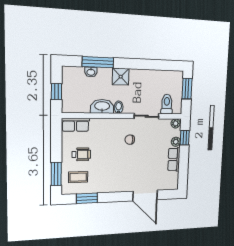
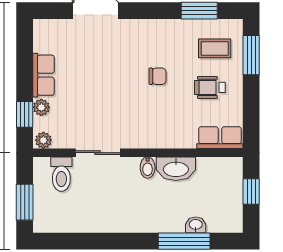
shower: (121, 77) -> (145, 219), removed
chair: (130, 140) -> (157, 76), moved

